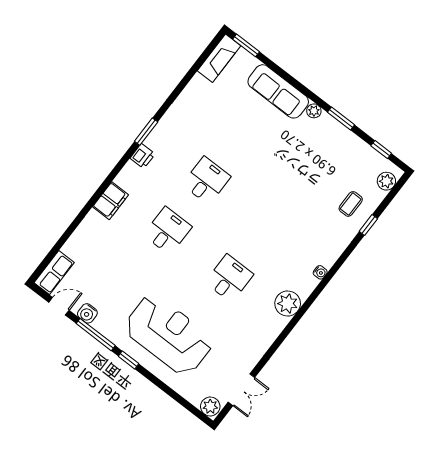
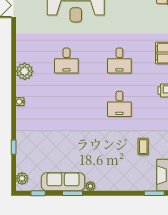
sofa: (278, 91) -> (63, 182), moved
coffee table: (351, 204) -> (143, 147), moved

